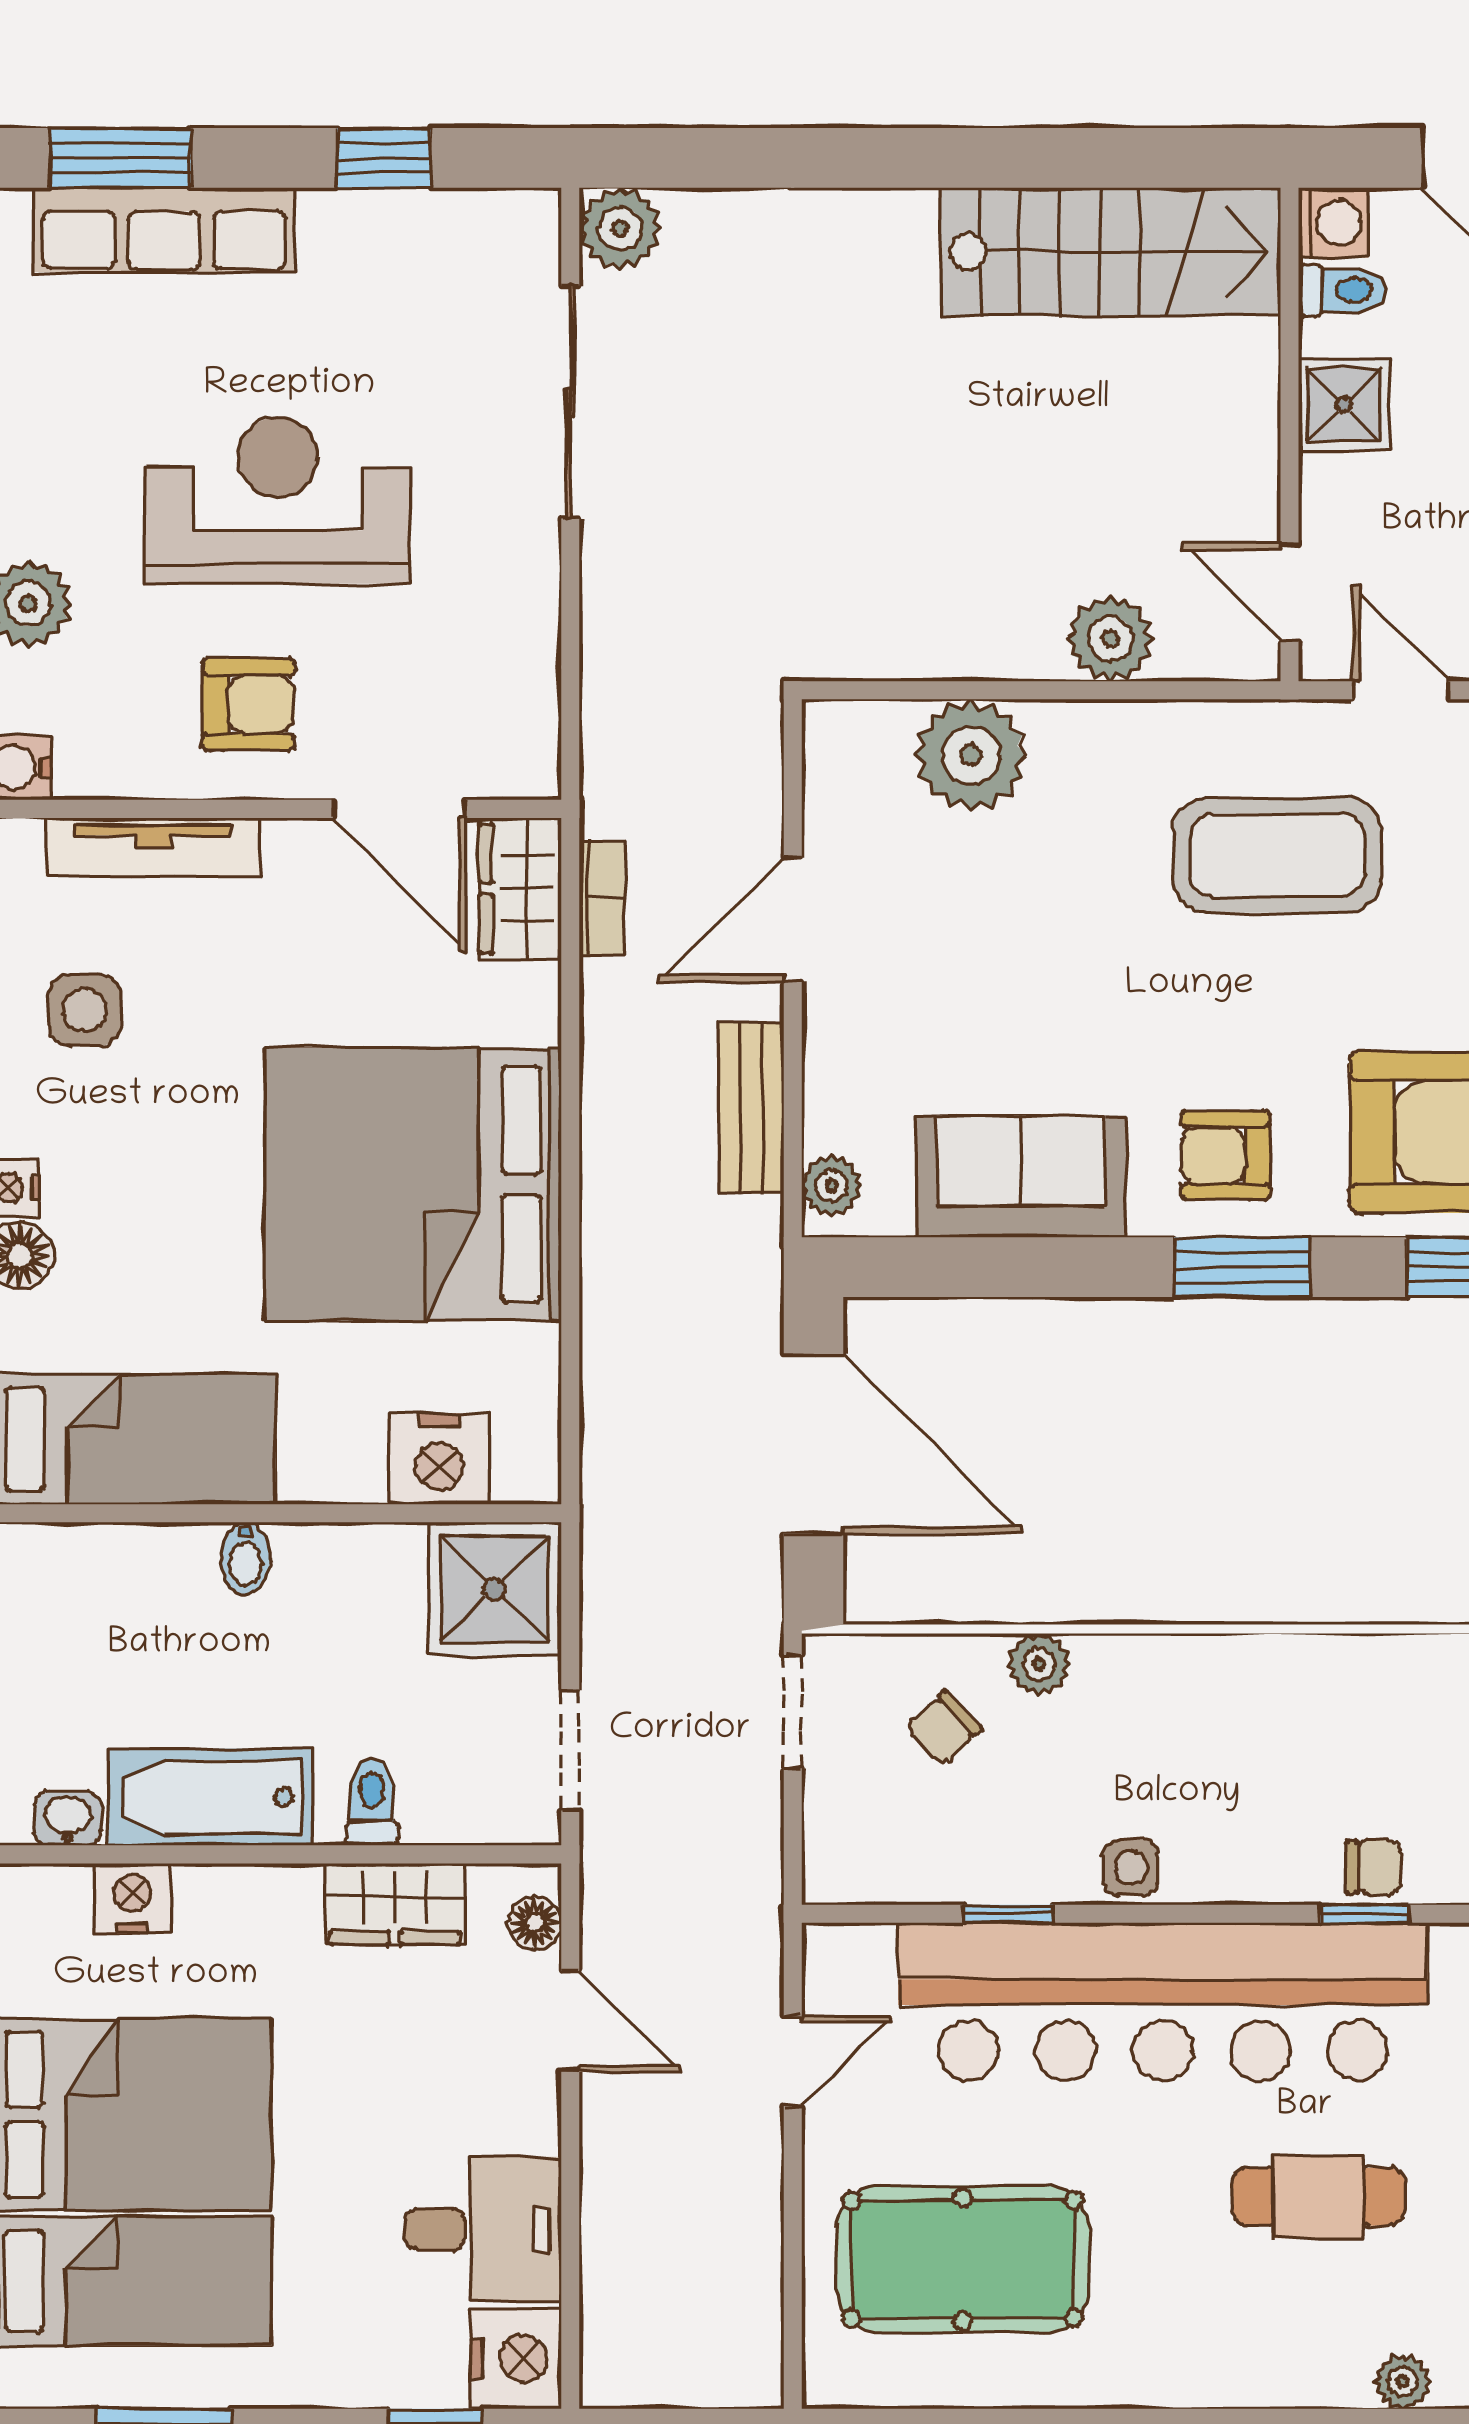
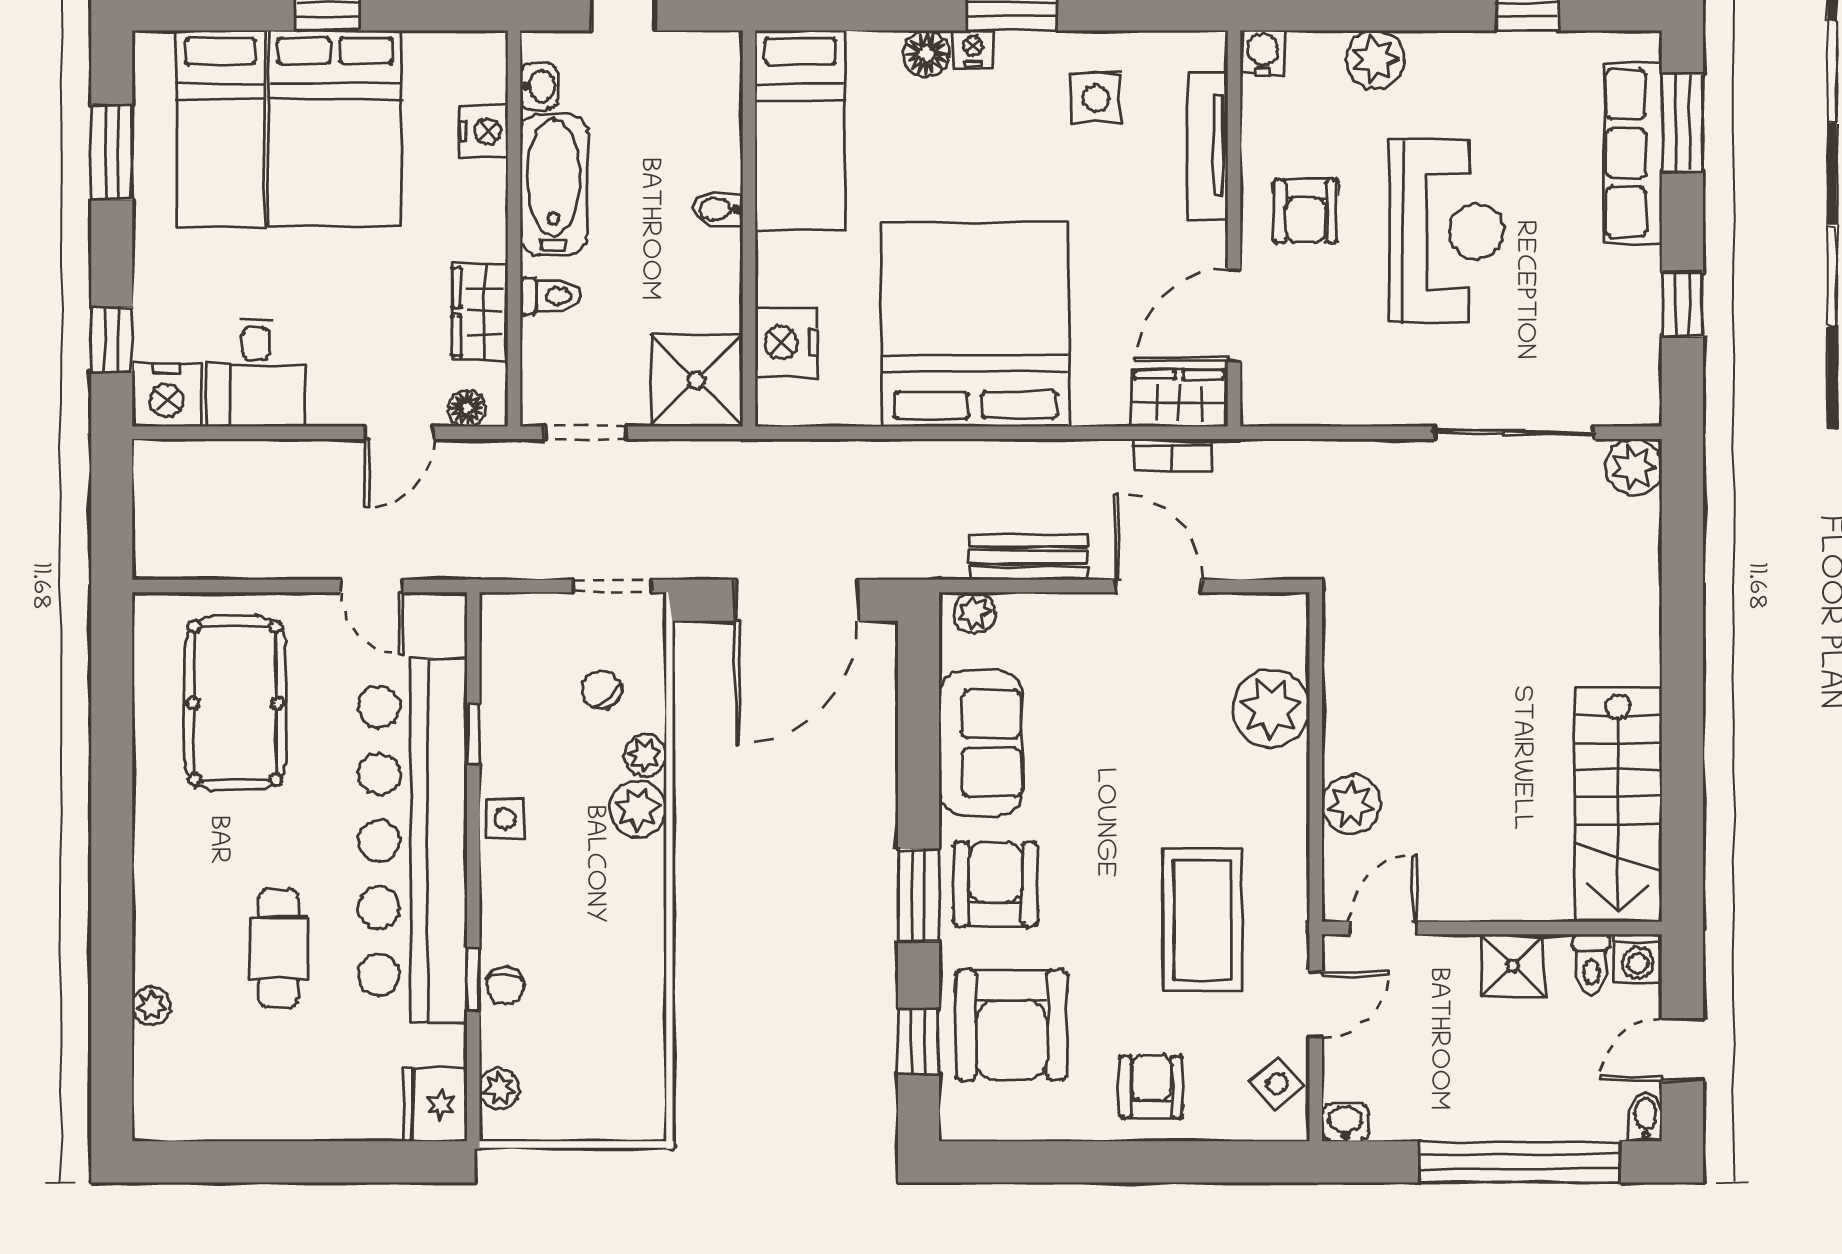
armchair: (1226, 1155) -> (995, 884), width x1.38, depth x1.38
plant: (1117, 1675) -> (638, 809), added

